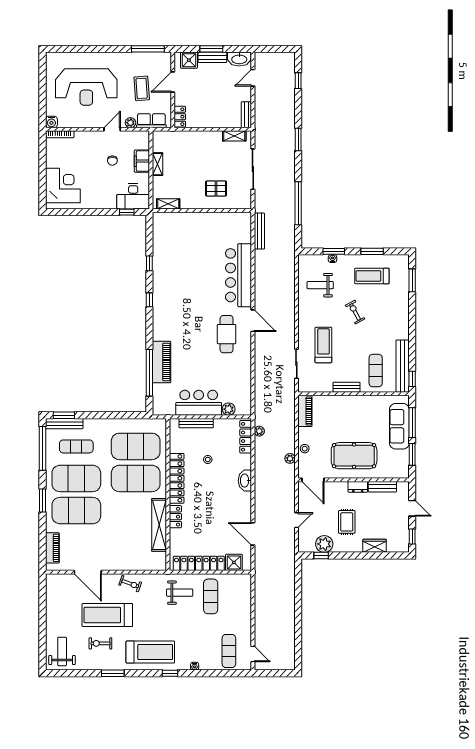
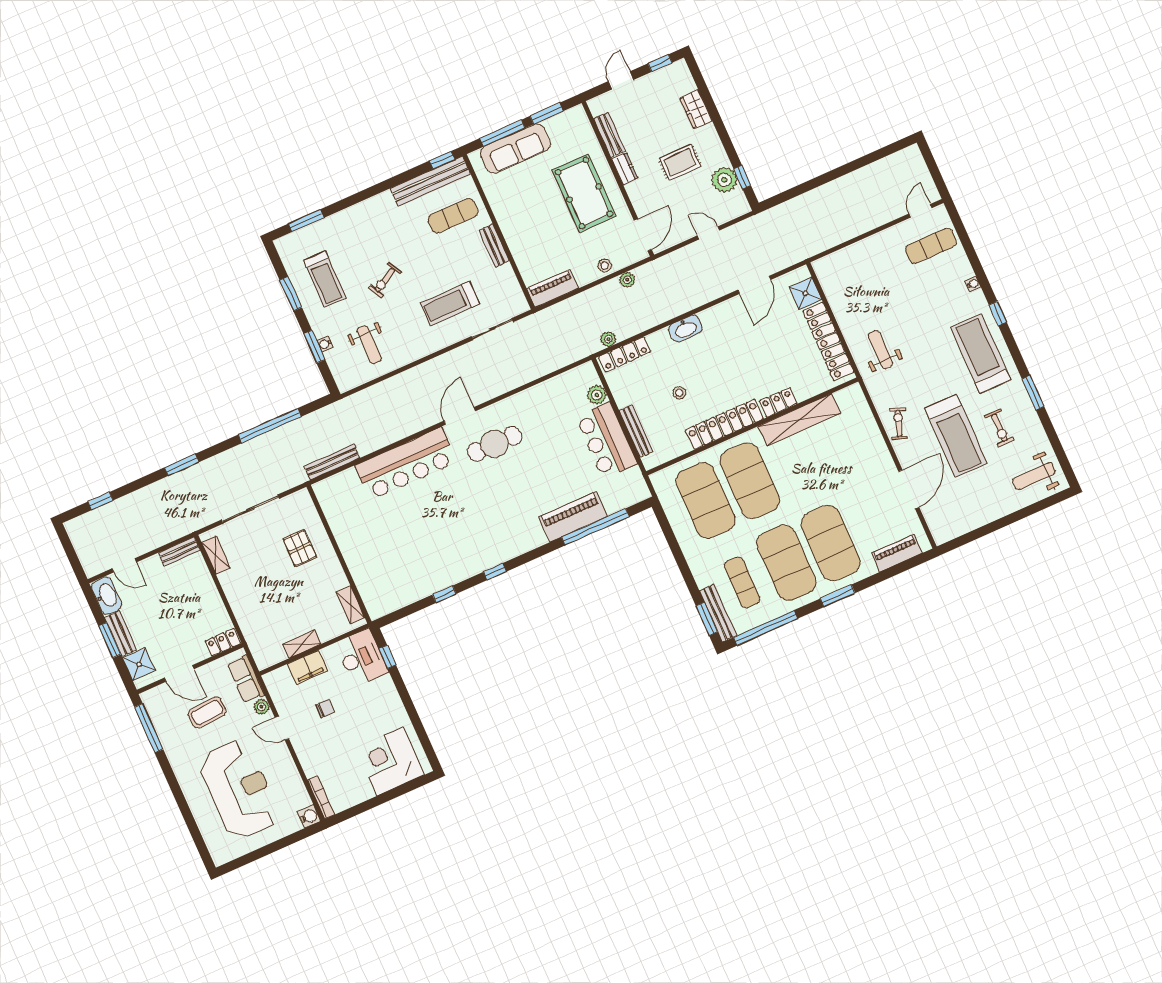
exercise mat: (211, 596) -> (867, 305), removed

